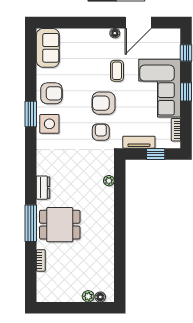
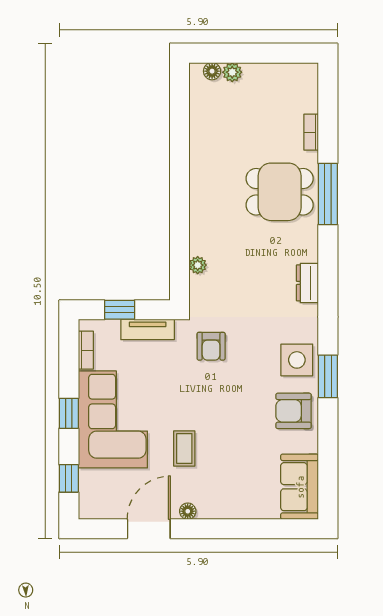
armchair: (104, 103) -> (207, 395), removed
dresser: (43, 188) -> (307, 283), moved

